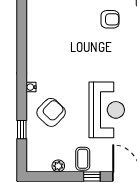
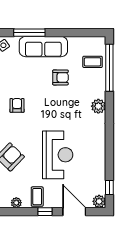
armchair: (59, 52) -> (17, 105), added

